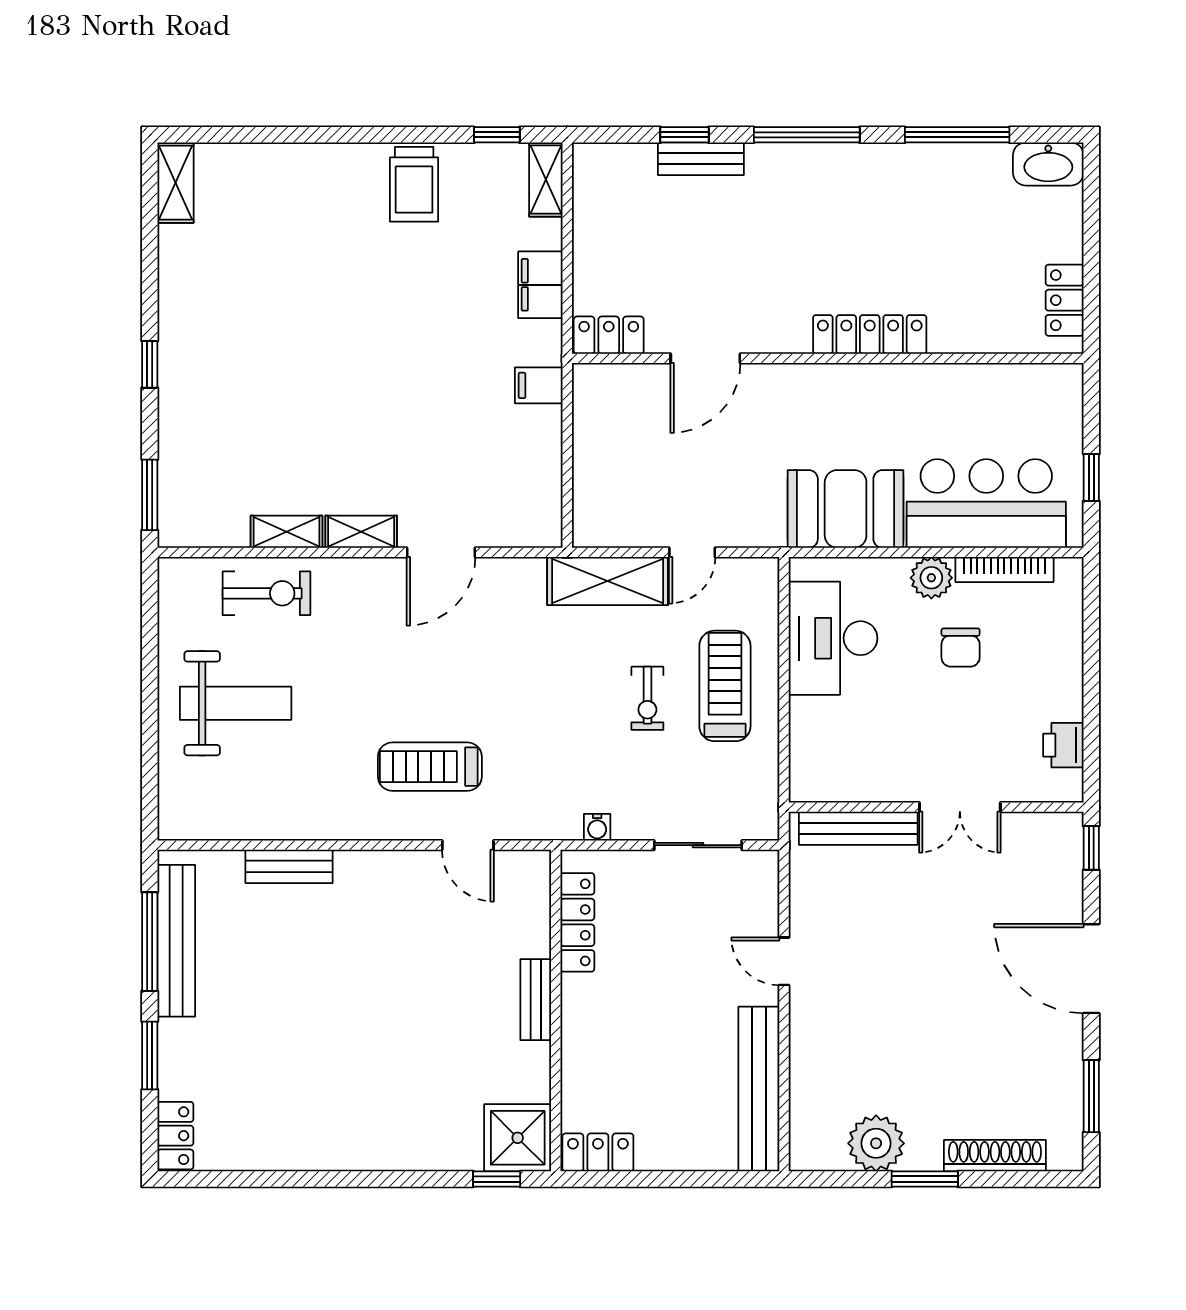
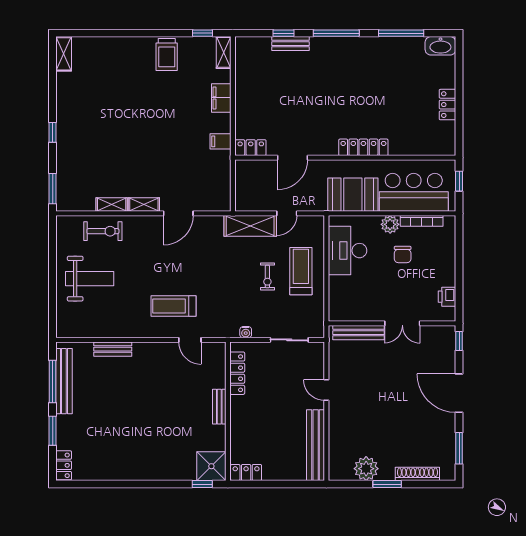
locker: (870, 334) -> (363, 147), moved
locker: (609, 335) -> (251, 148), moved
door: (705, 358) -> (292, 158), moved
wall: (828, 358) -> (345, 158), moved

